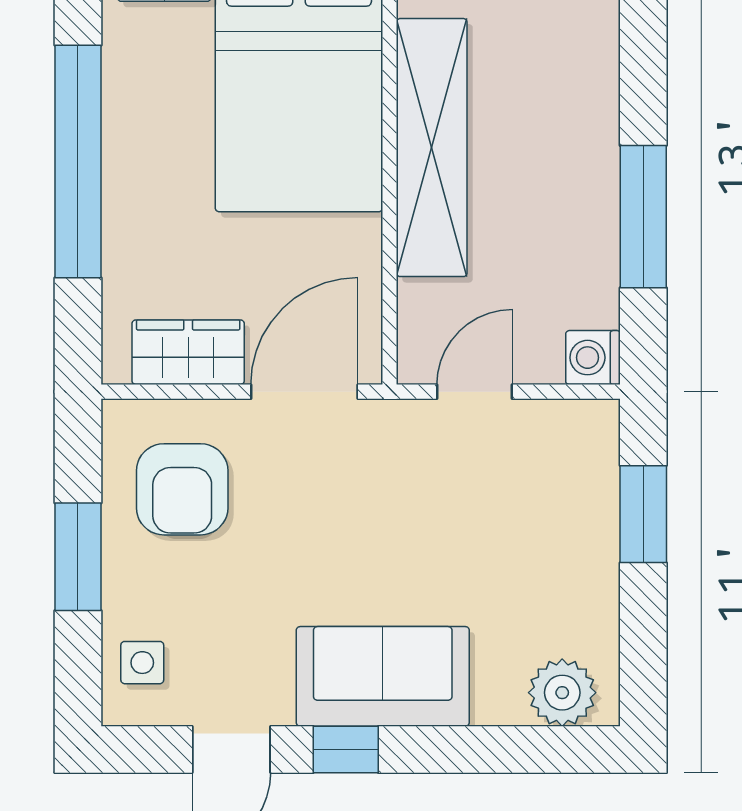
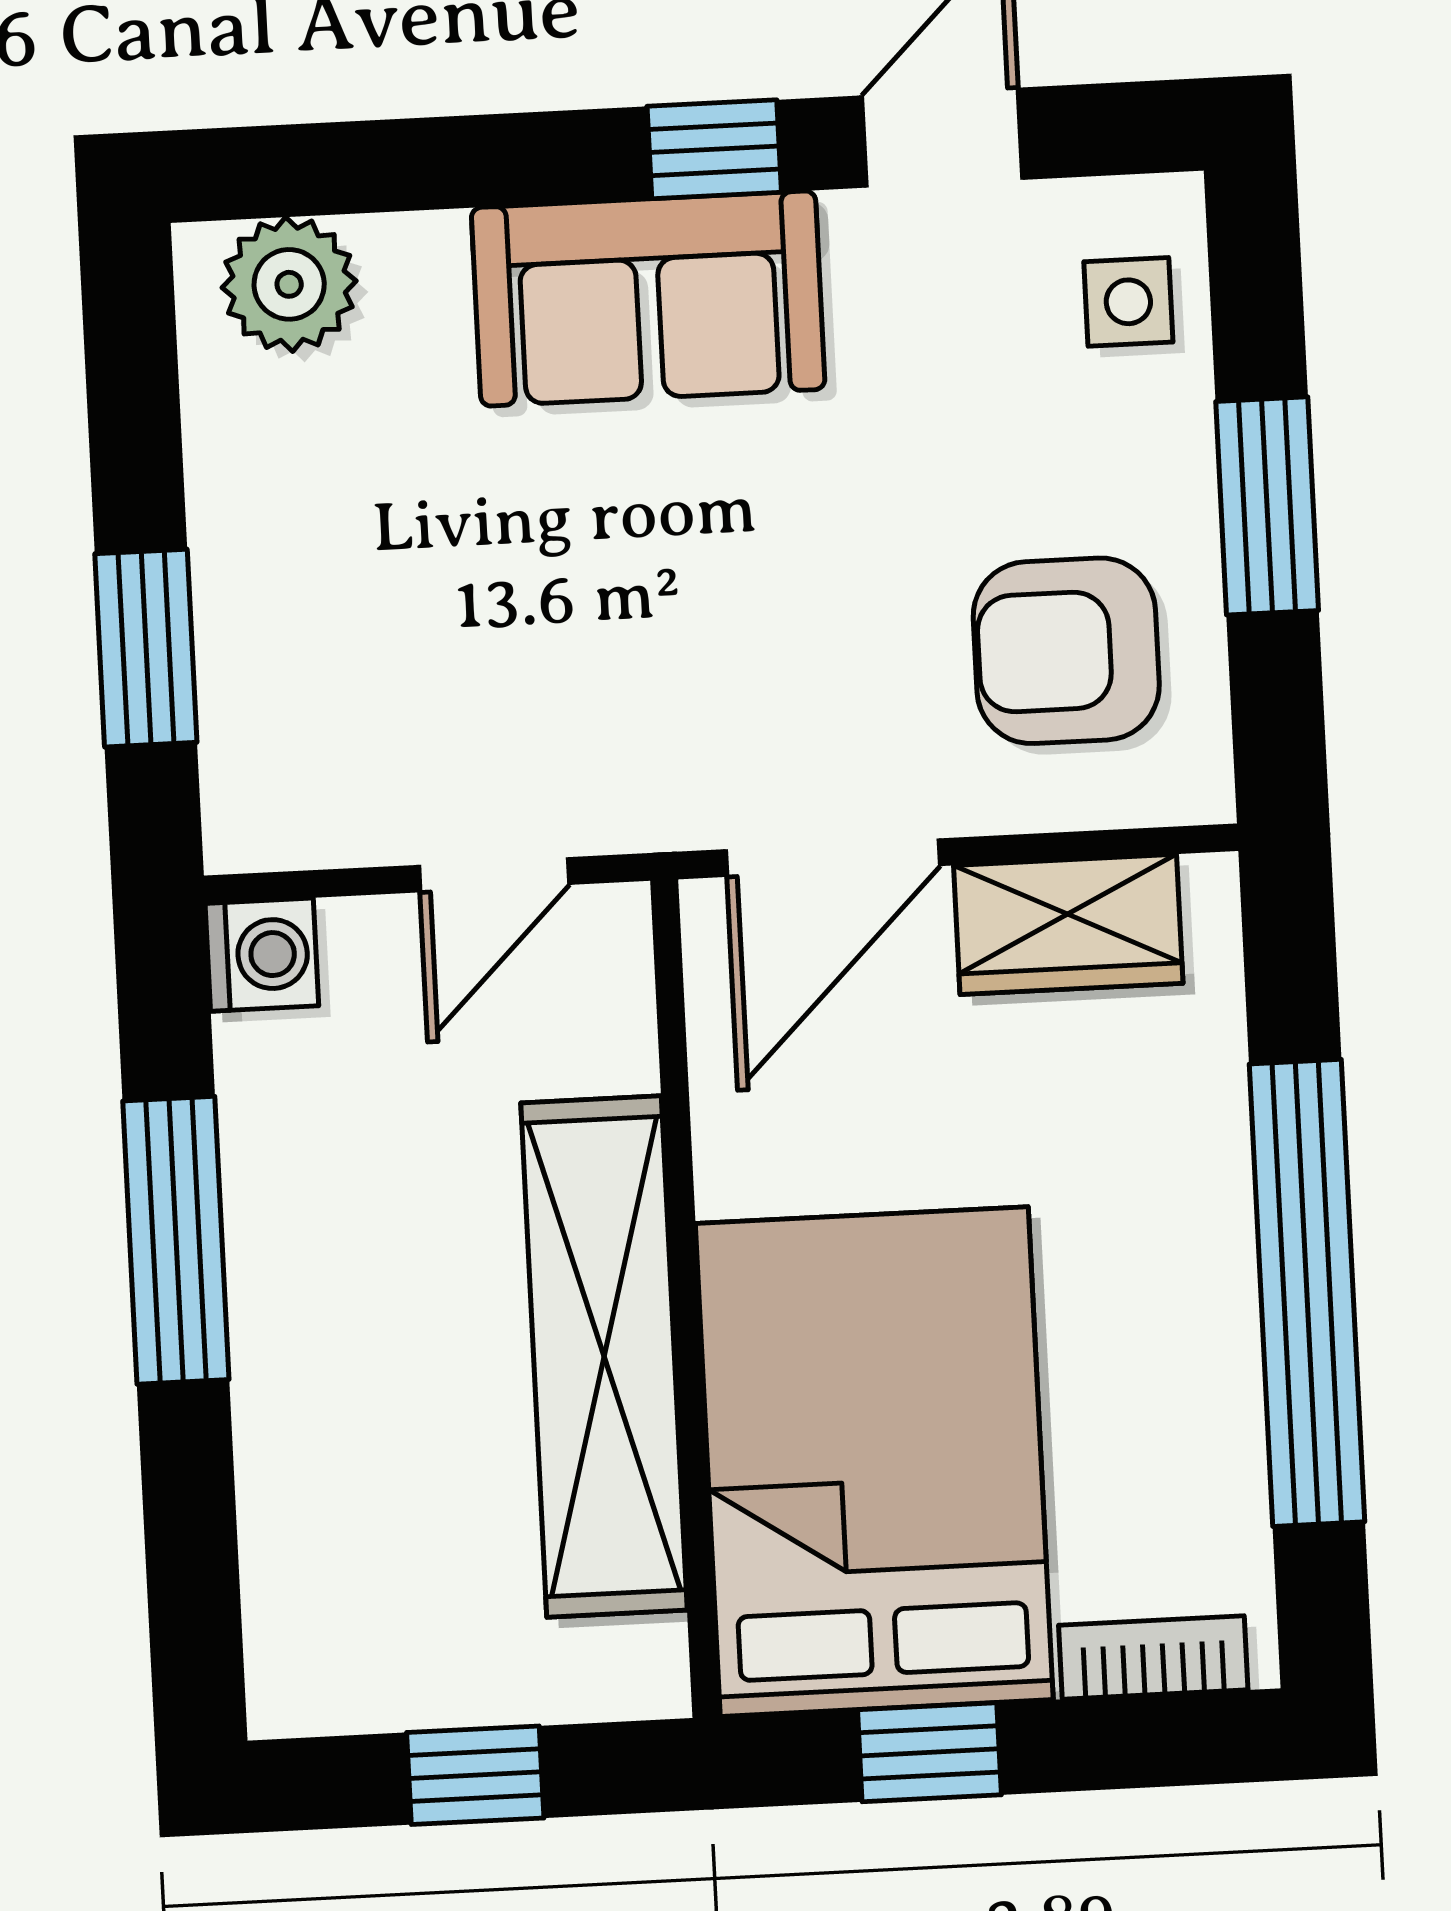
armchair: (182, 489) -> (1066, 651), turned -90

